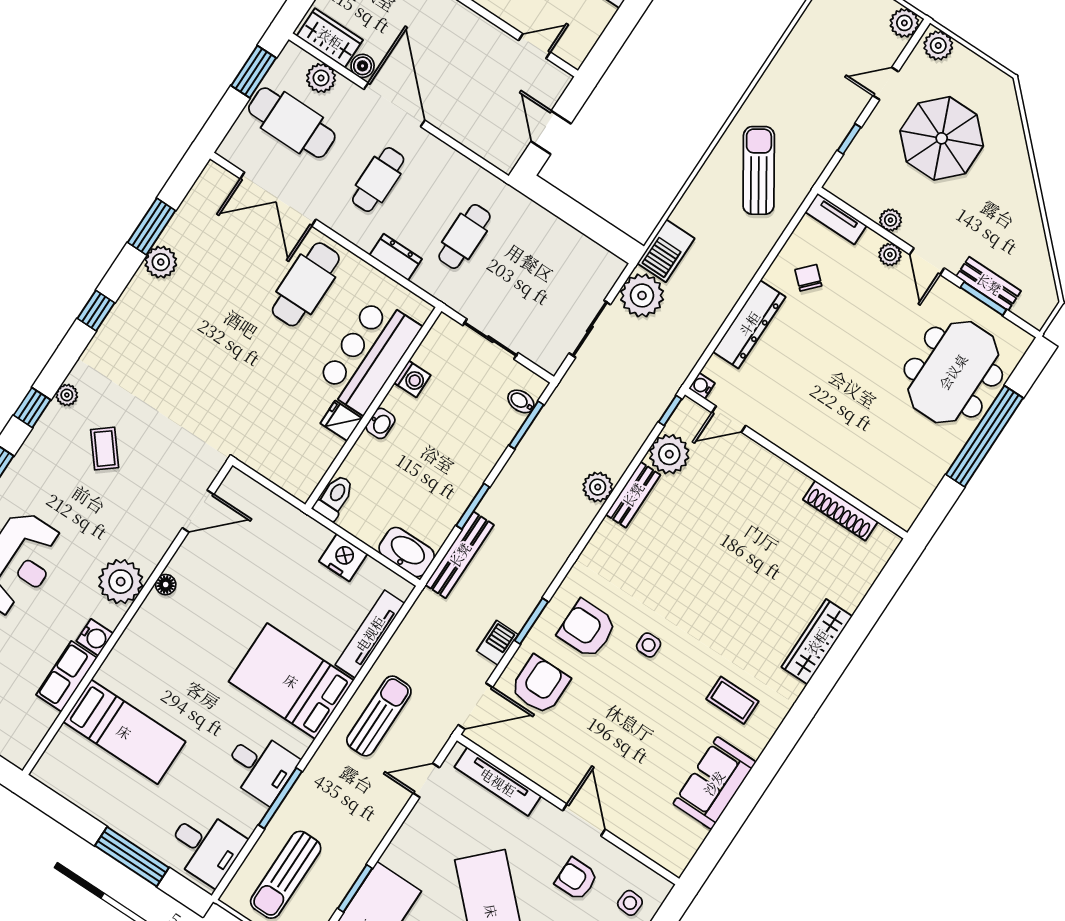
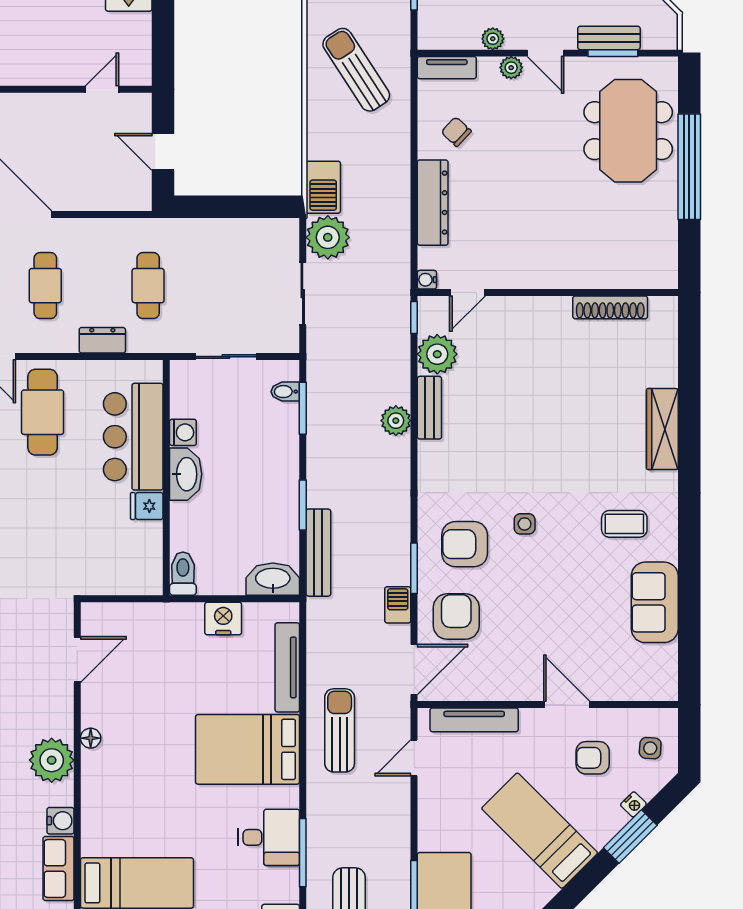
washbasin: (381, 423) -> (186, 474), width x1.91, depth x1.45

